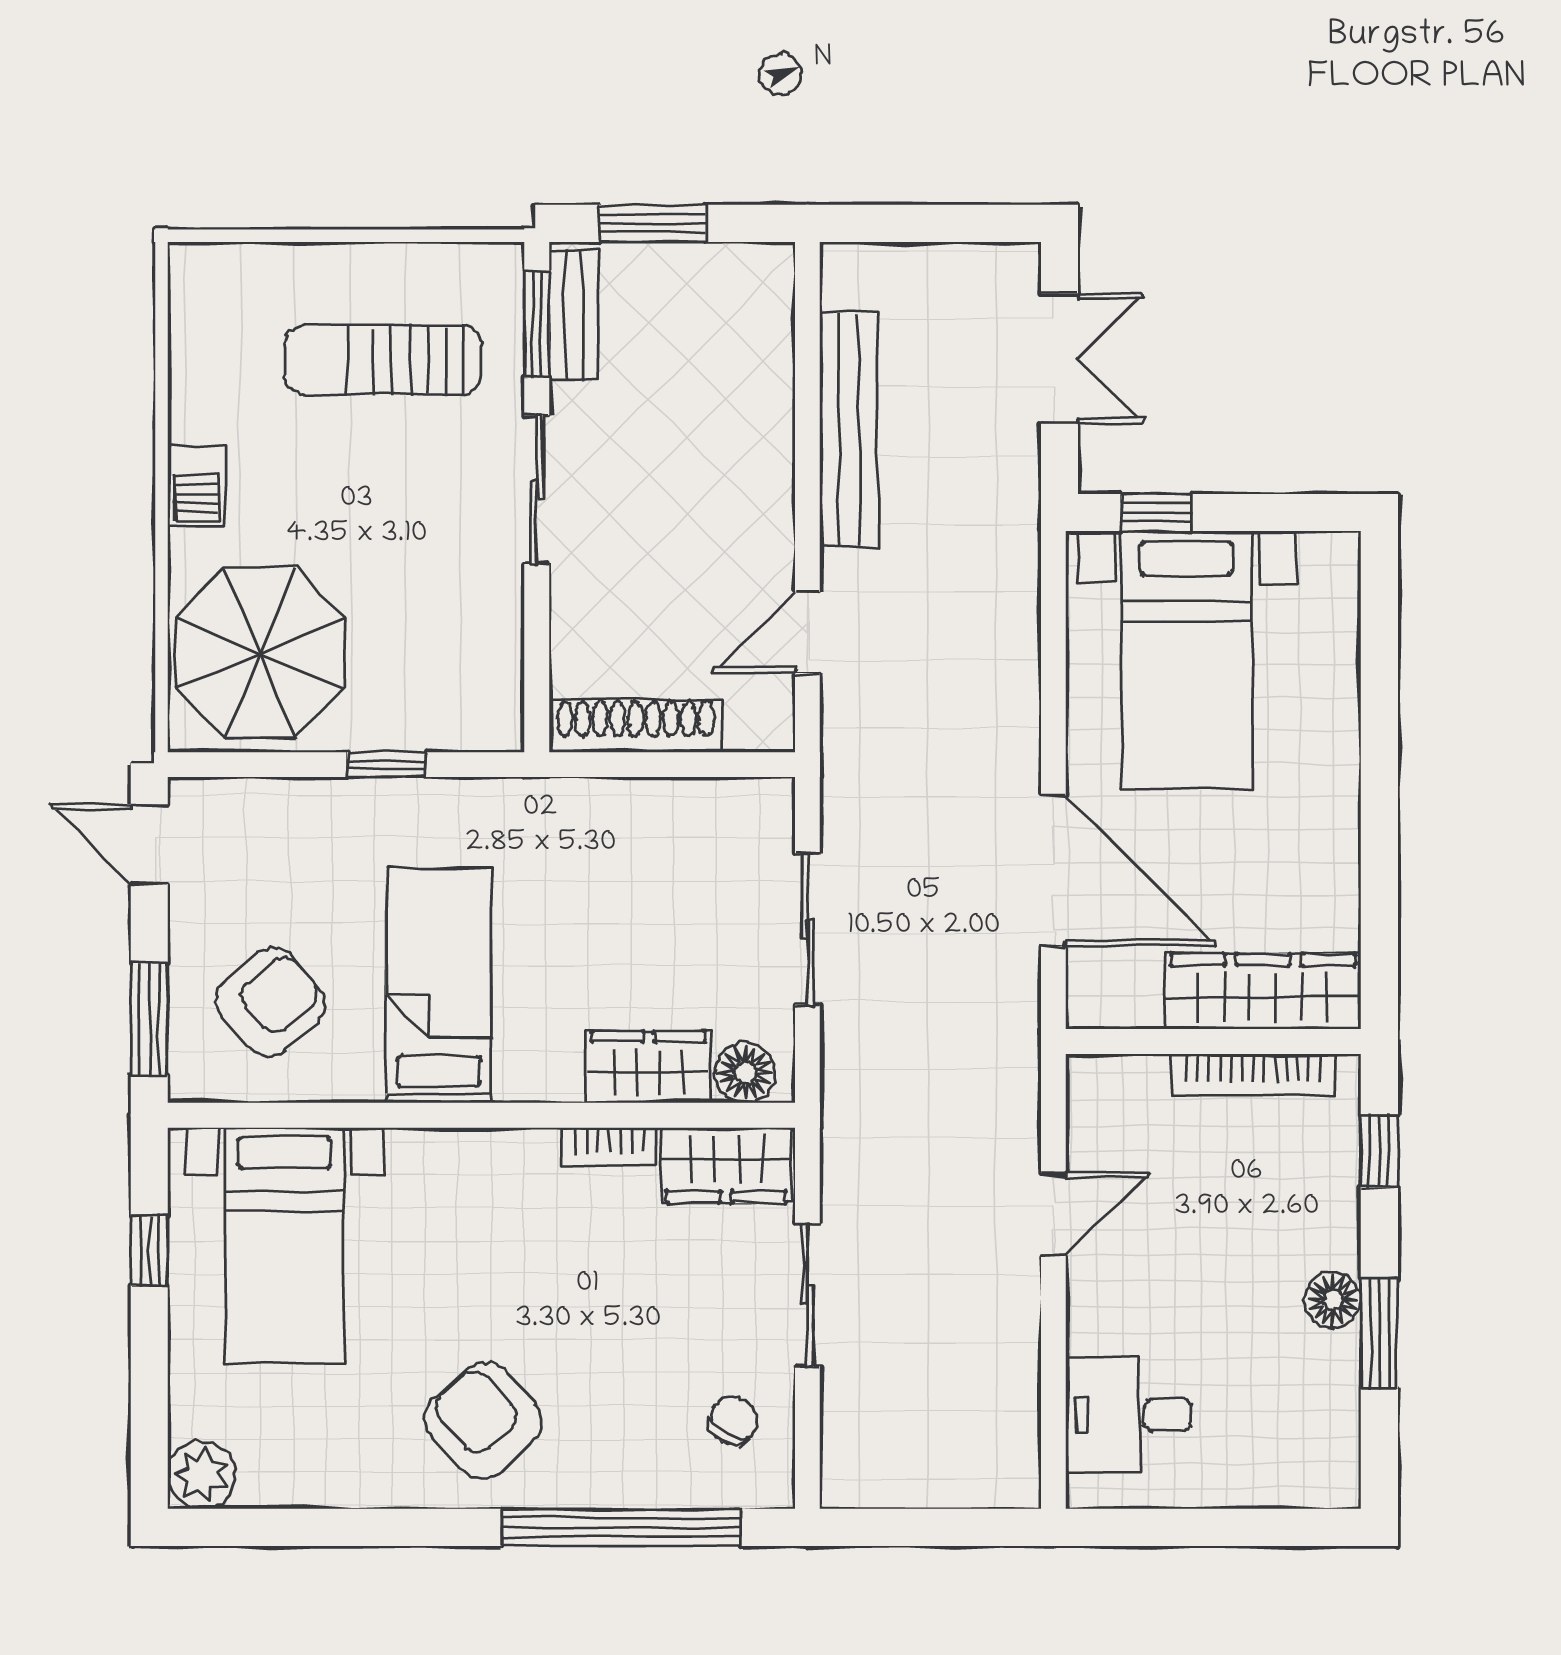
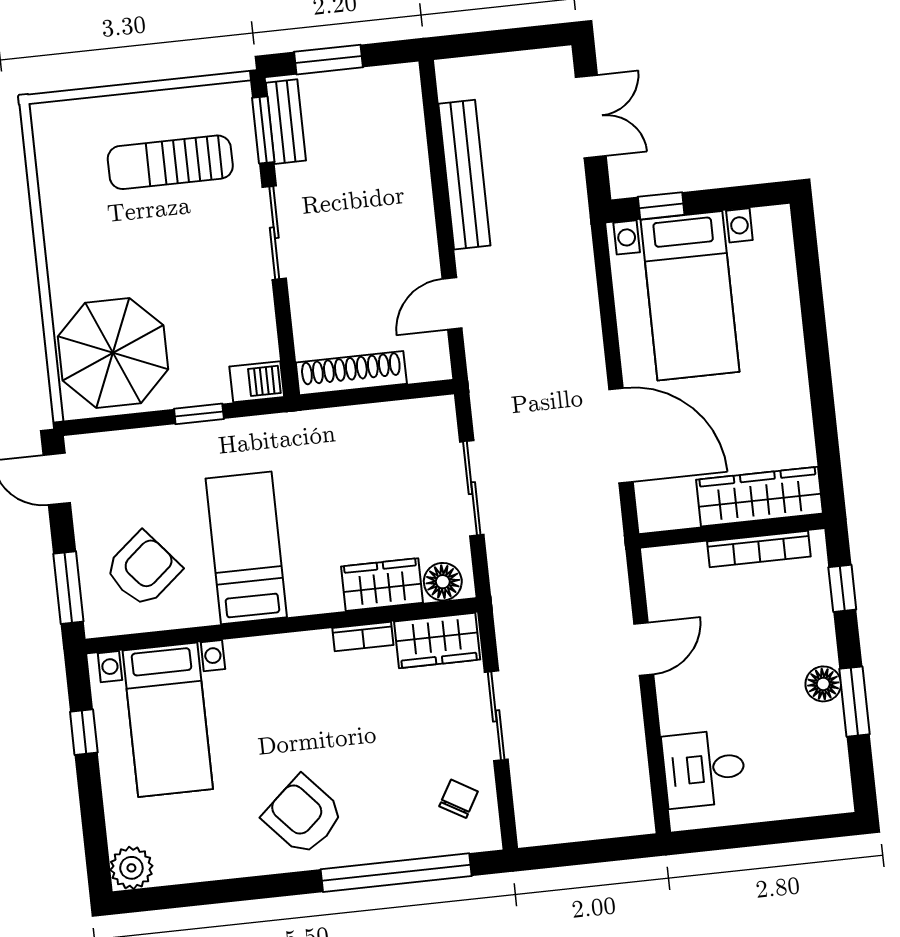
barbecue: (197, 486) -> (257, 382), moved, turned -90

